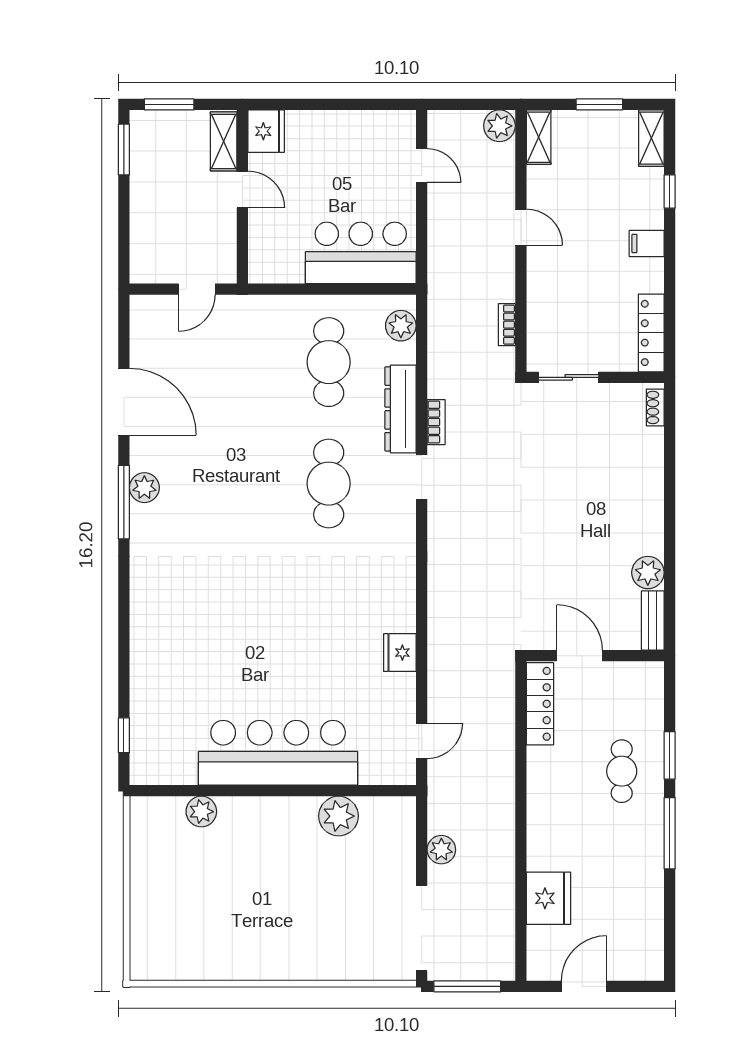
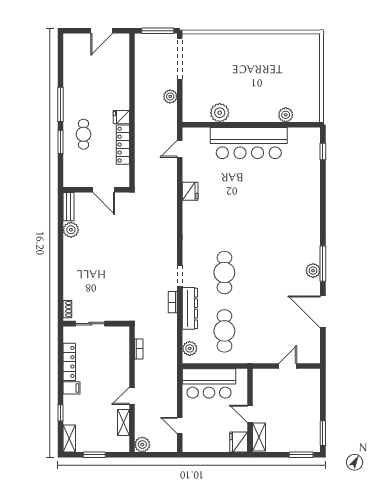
fridge: (266, 131) -> (239, 442), moved
shelving: (539, 137) -> (123, 422), moved
shelving: (224, 141) -> (259, 437), moved
door: (242, 190) -> (250, 414), moved
wall: (242, 197) -> (250, 410), moved
door: (521, 227) -> (132, 396), hinge flipped
locker: (651, 333) -> (69, 362), moved
sliding door: (569, 377) -> (90, 324), moved
locker: (540, 704) -> (123, 145), moved
fridge: (548, 898) -> (121, 117), moved, width x0.53, depth x0.75

